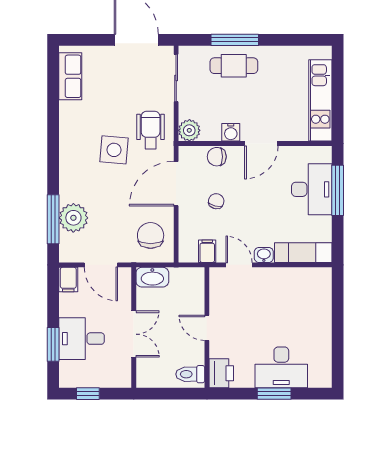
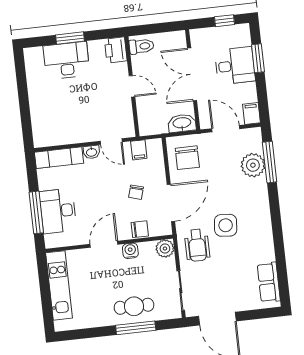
double door: (134, 334) -> (192, 74), width x1.37

